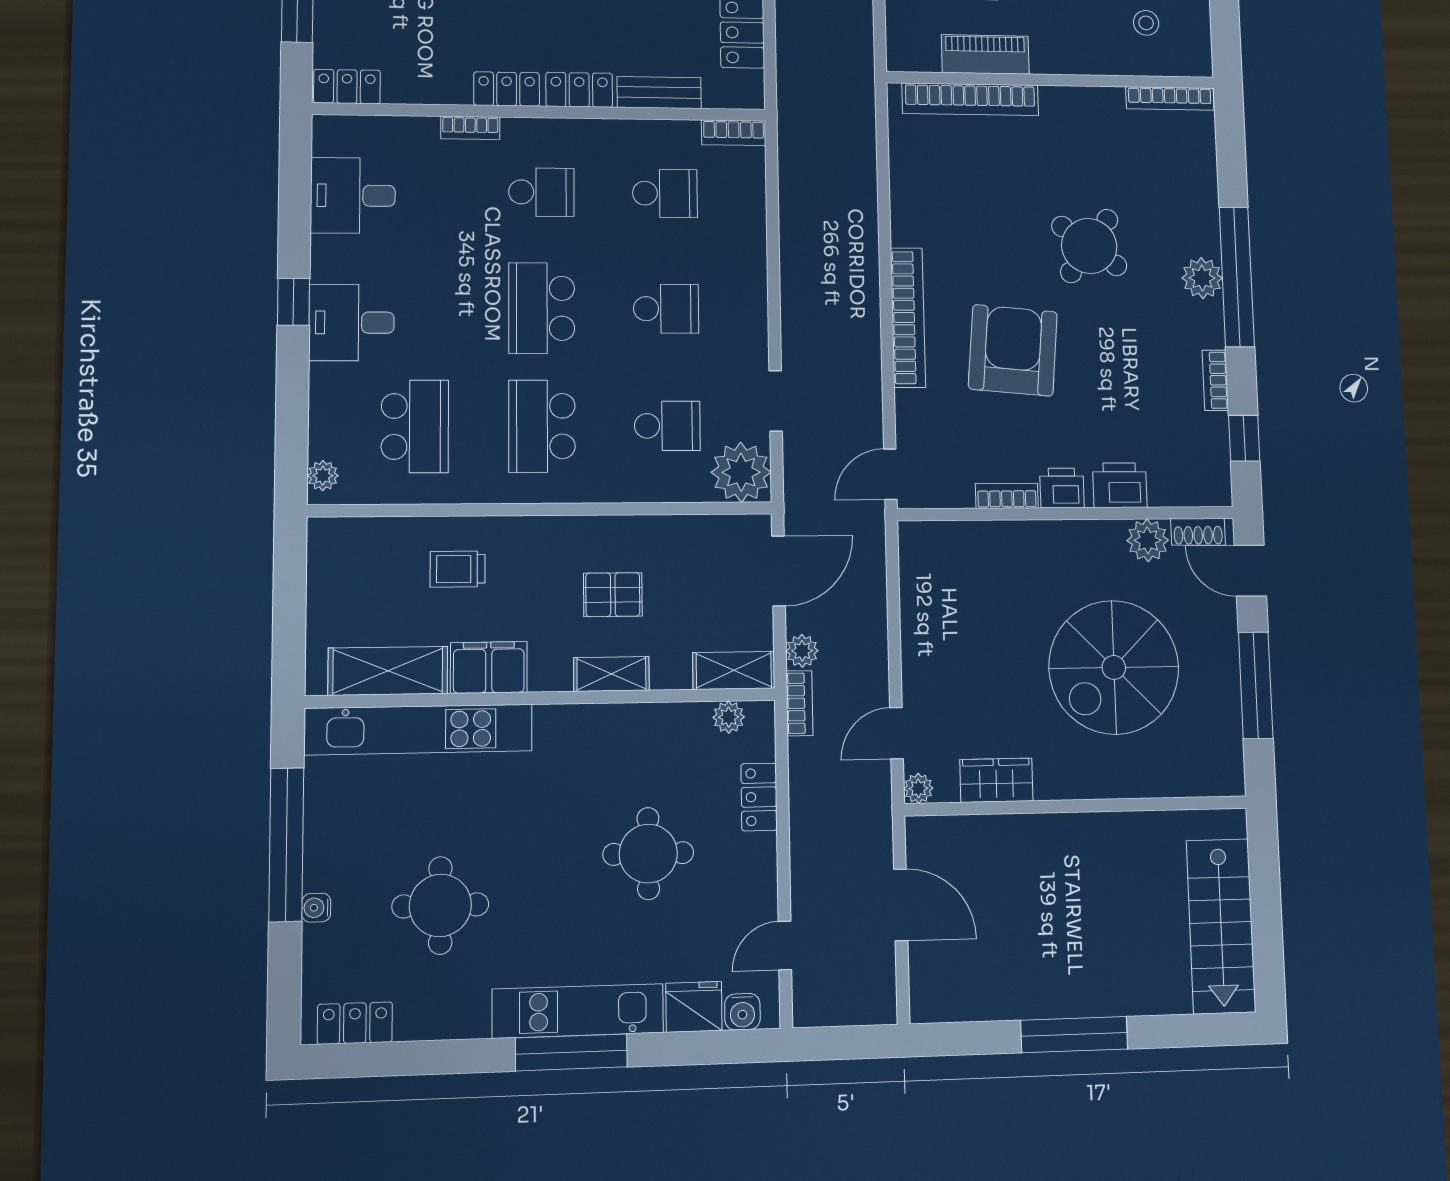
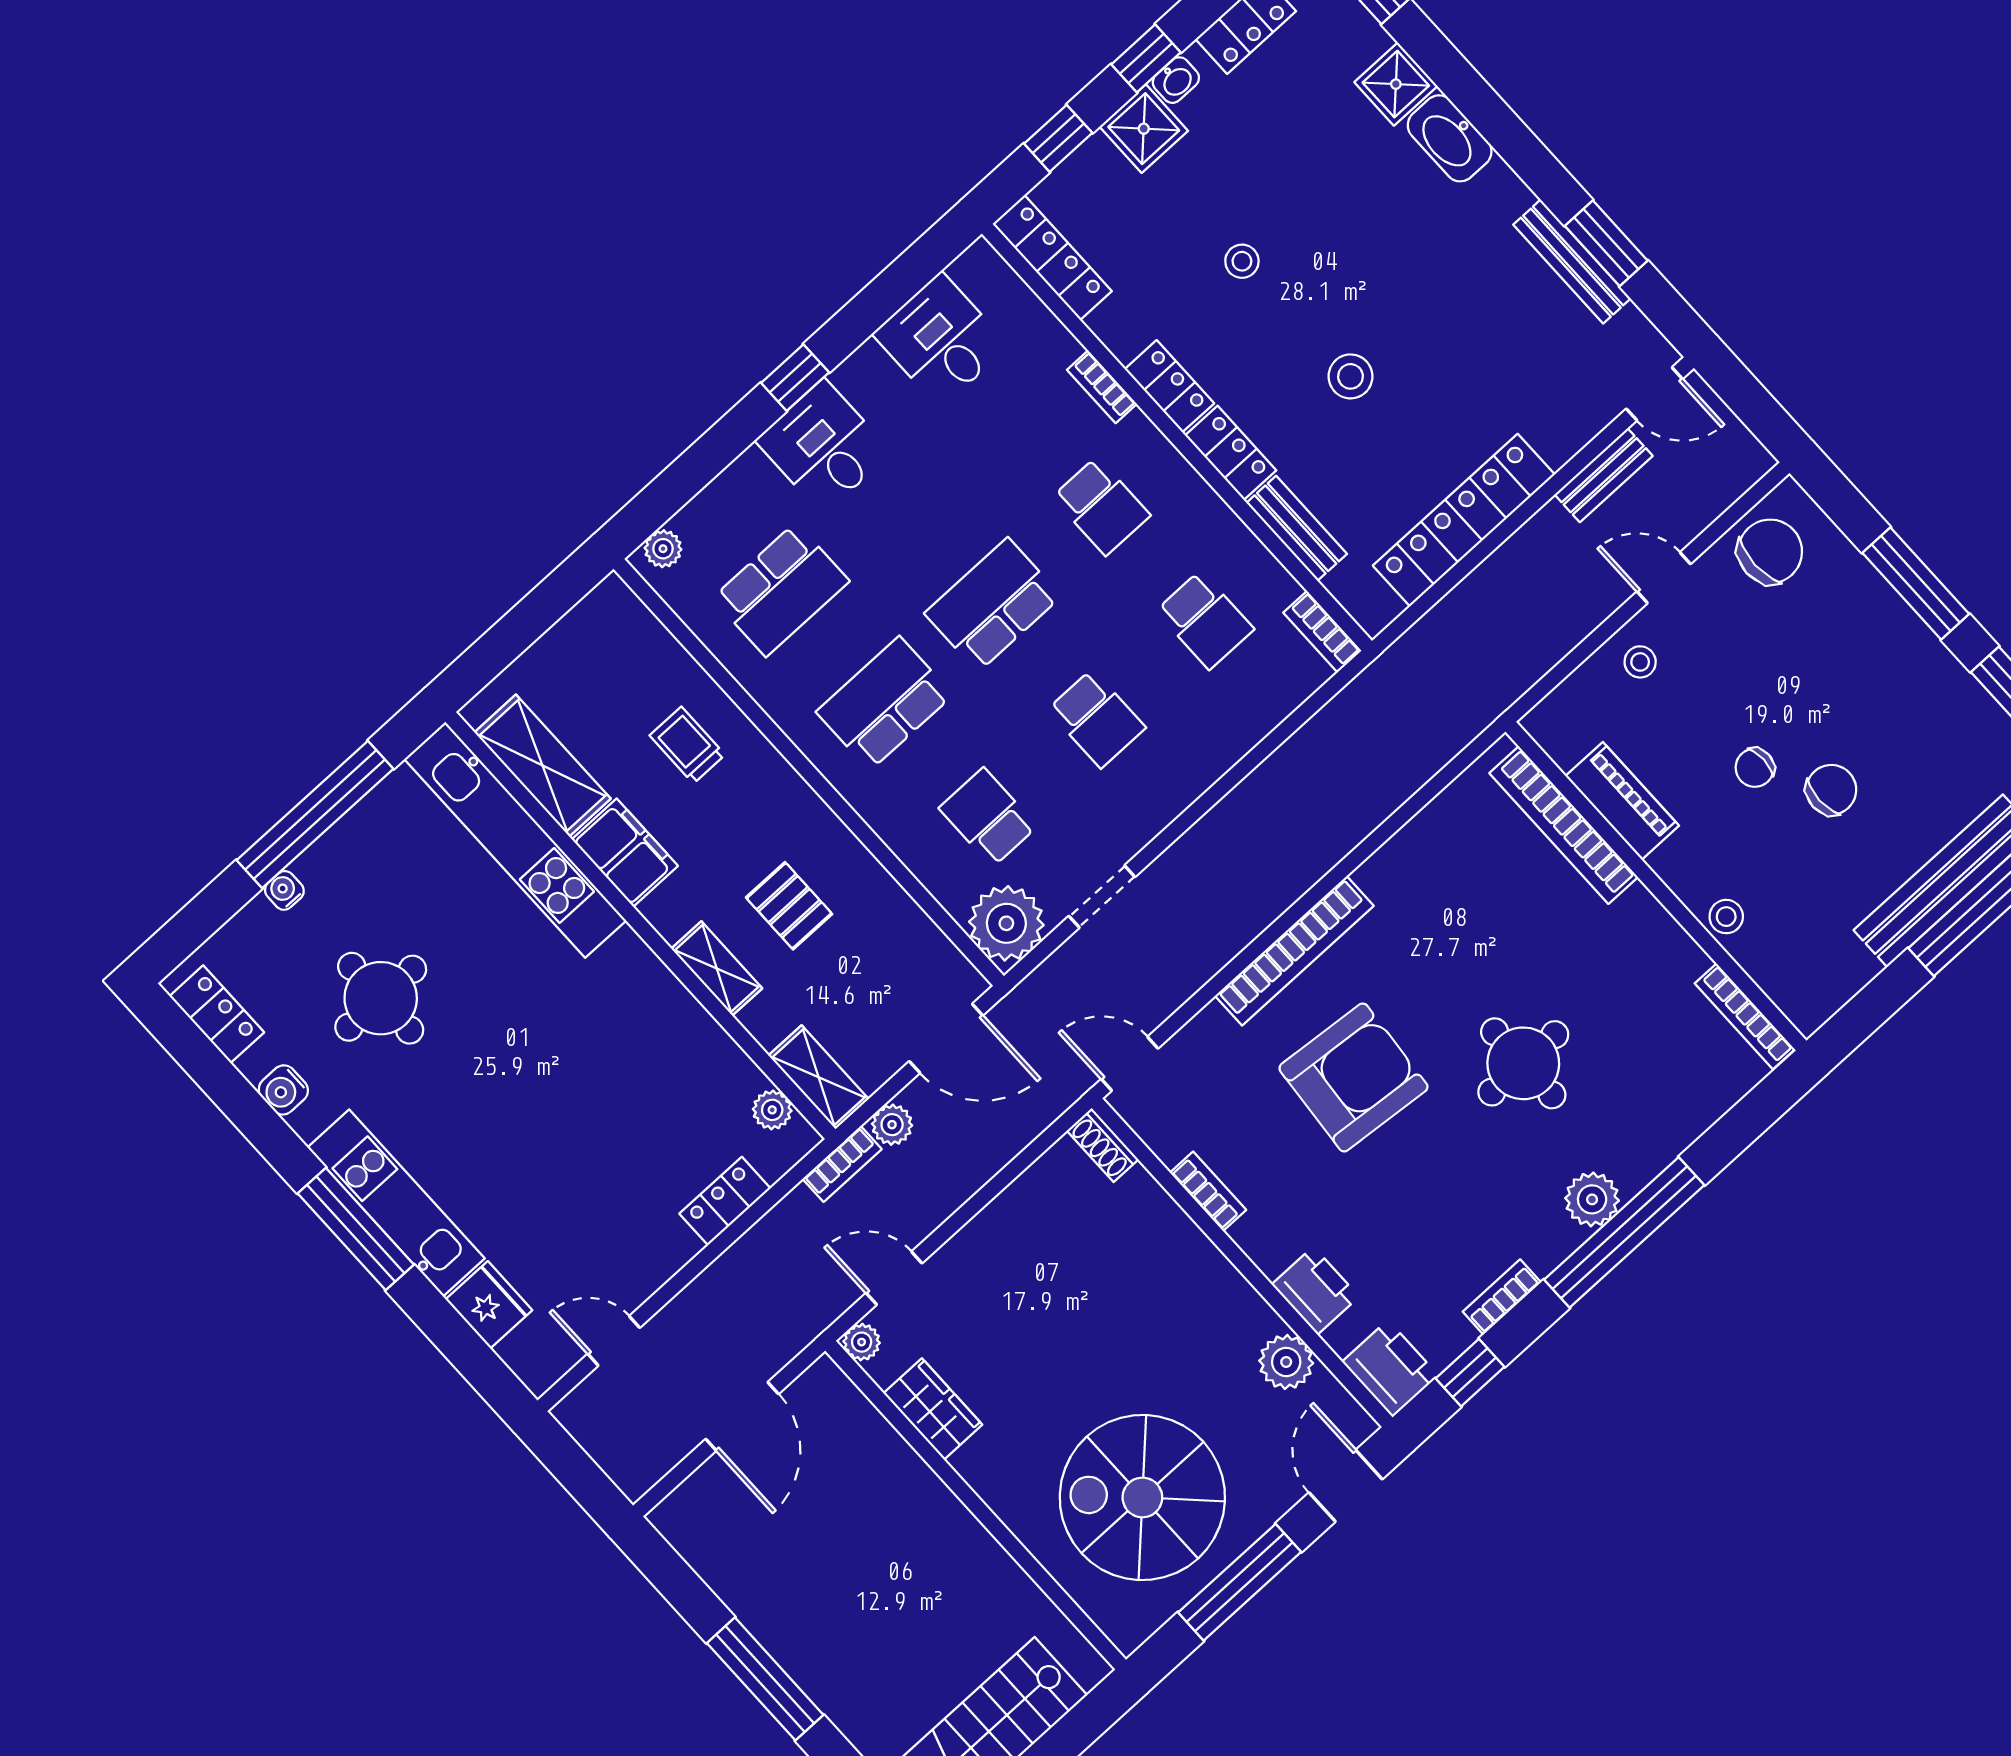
stool: (1146, 23) -> (1726, 917), moved
locker: (347, 87) -> (1052, 258), width x1.53
round table: (1089, 246) -> (1523, 1063), turned -36
school desk: (667, 426) -> (988, 817), turned 180
printer: (1062, 488) -> (1390, 1369), moved, width x1.36, depth x1.24
shoe rack: (1198, 532) -> (1103, 1145), moved
spiral stairs: (1114, 667) -> (1142, 1497), moved
round table: (648, 854) -> (587, 1144), removed
water cooler: (742, 1012) -> (283, 1090), moved

